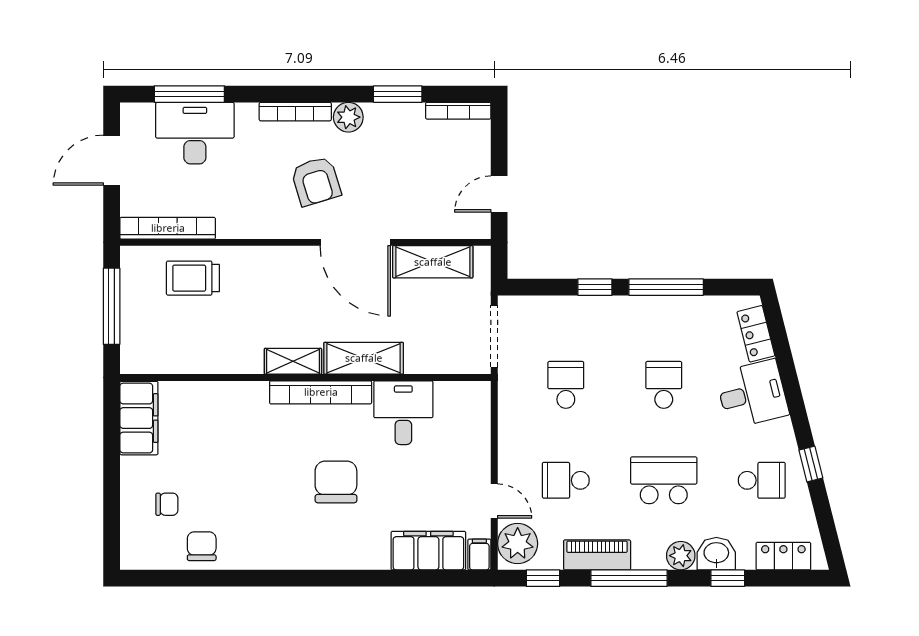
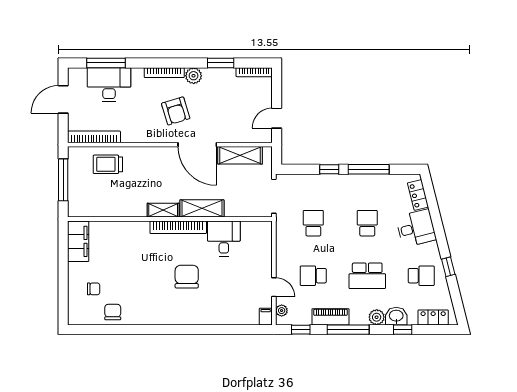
school desk: (664, 480) -> (367, 276), turned 180
plant: (518, 544) -> (282, 311), width x0.53, depth x0.53
filing cabinet: (428, 551) -> (238, 314), removed

